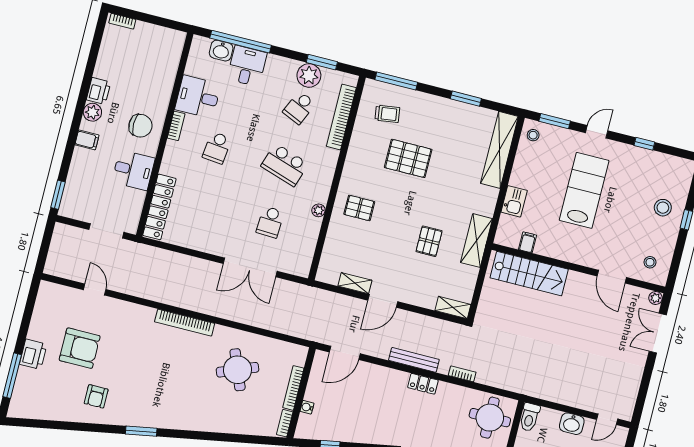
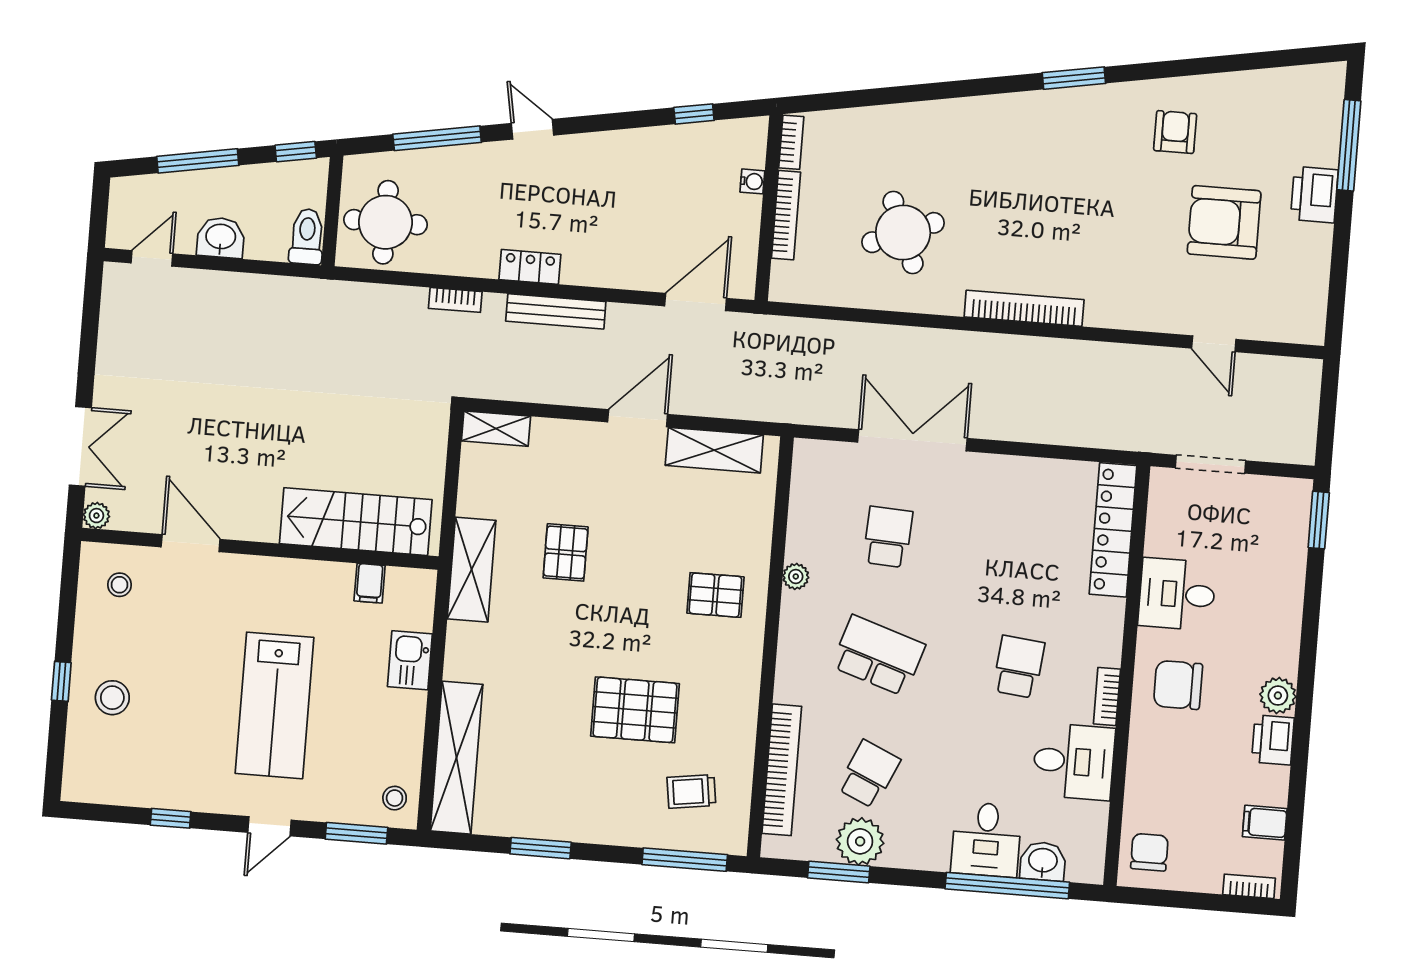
chair: (168, 46) -> (1149, 852), added
filing cabinet: (87, 140) -> (1265, 823), moved
shelving: (355, 283) -> (714, 450), width x1.50, depth x1.33

